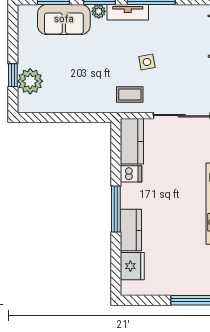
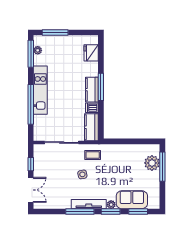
tv unit: (128, 12) -> (89, 204), width x1.41
window: (13, 75) -> (162, 167), width x2.17
kitchen counter: (131, 230) -> (92, 90), moved

